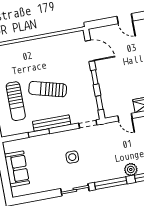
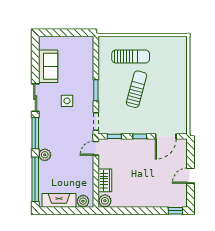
sun lounger: (16, 101) -> (131, 56), turned 180
door: (125, 117) -> (96, 148), moved
bench: (52, 123) -> (103, 87), removed
window: (39, 133) -> (96, 90), moved
sofa: (17, 169) -> (48, 66), moved, turned -90

